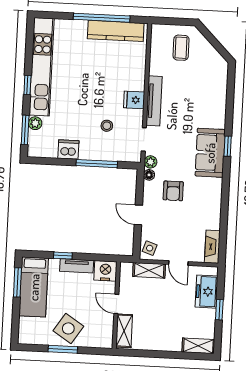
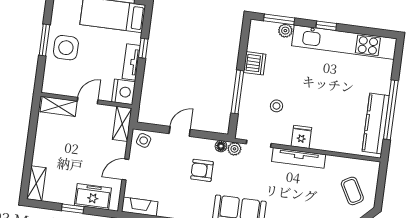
coffee table: (181, 48) -> (352, 191), turned 61
shelving: (149, 270) -> (122, 124), moved
side table: (68, 328) -> (66, 48), turned -33

